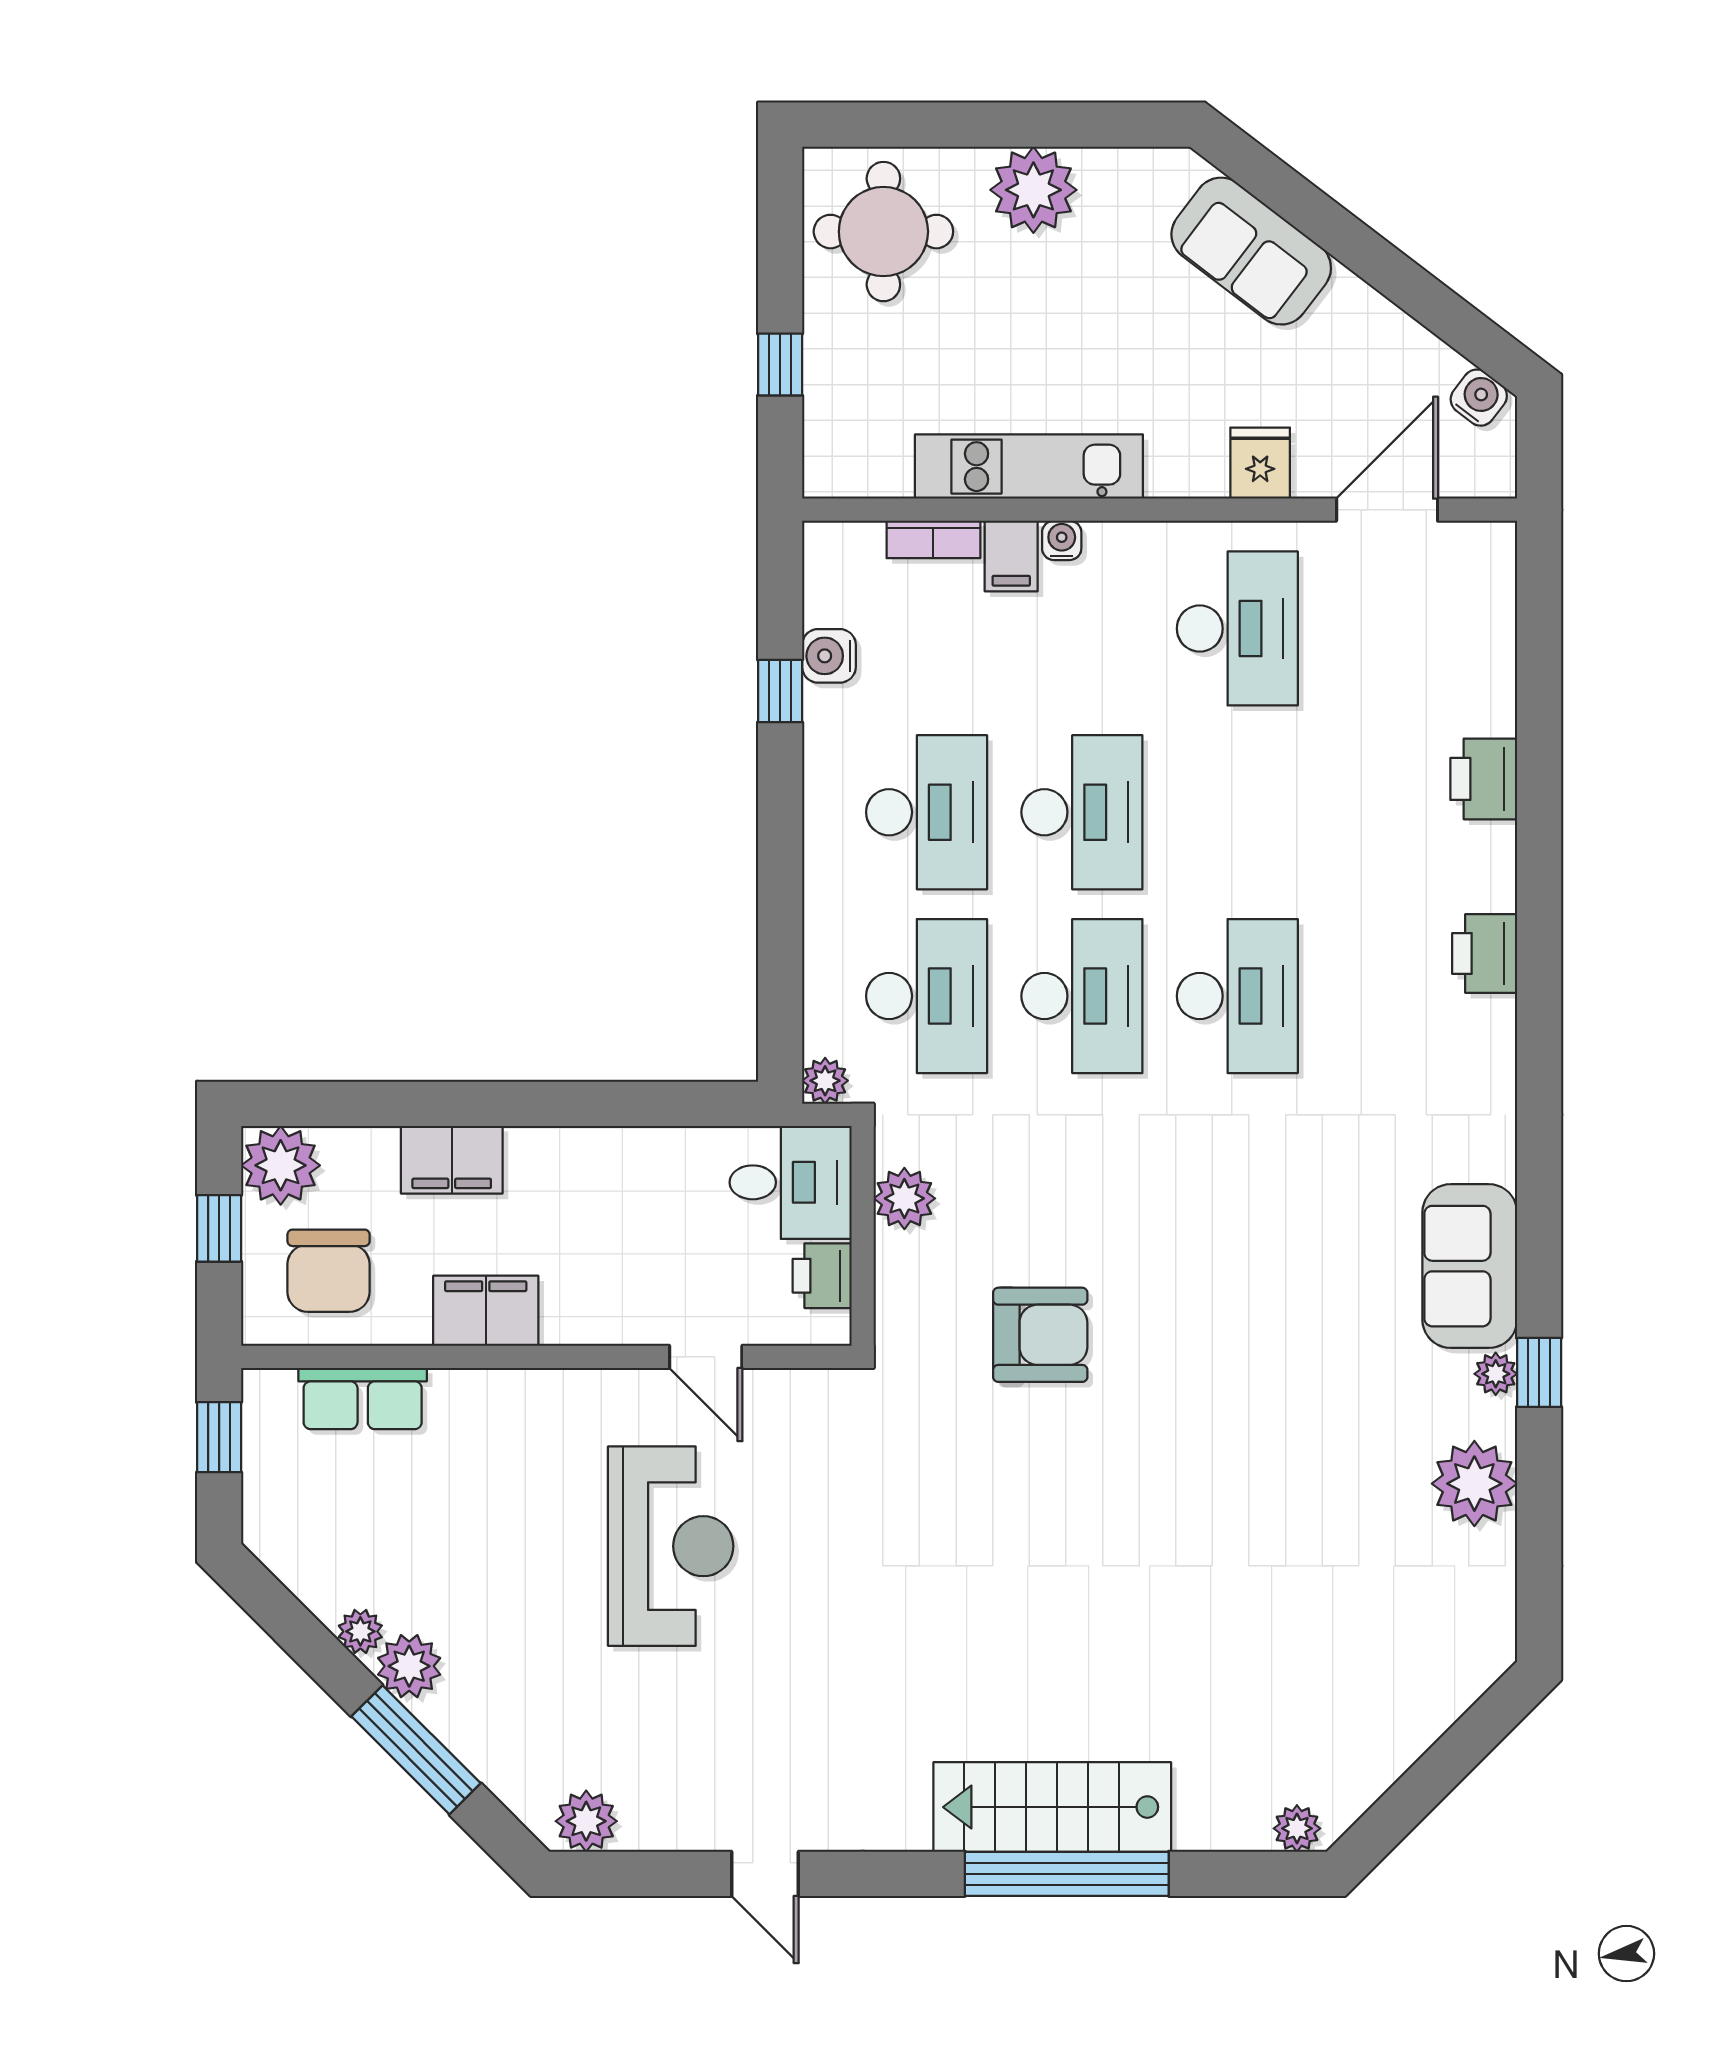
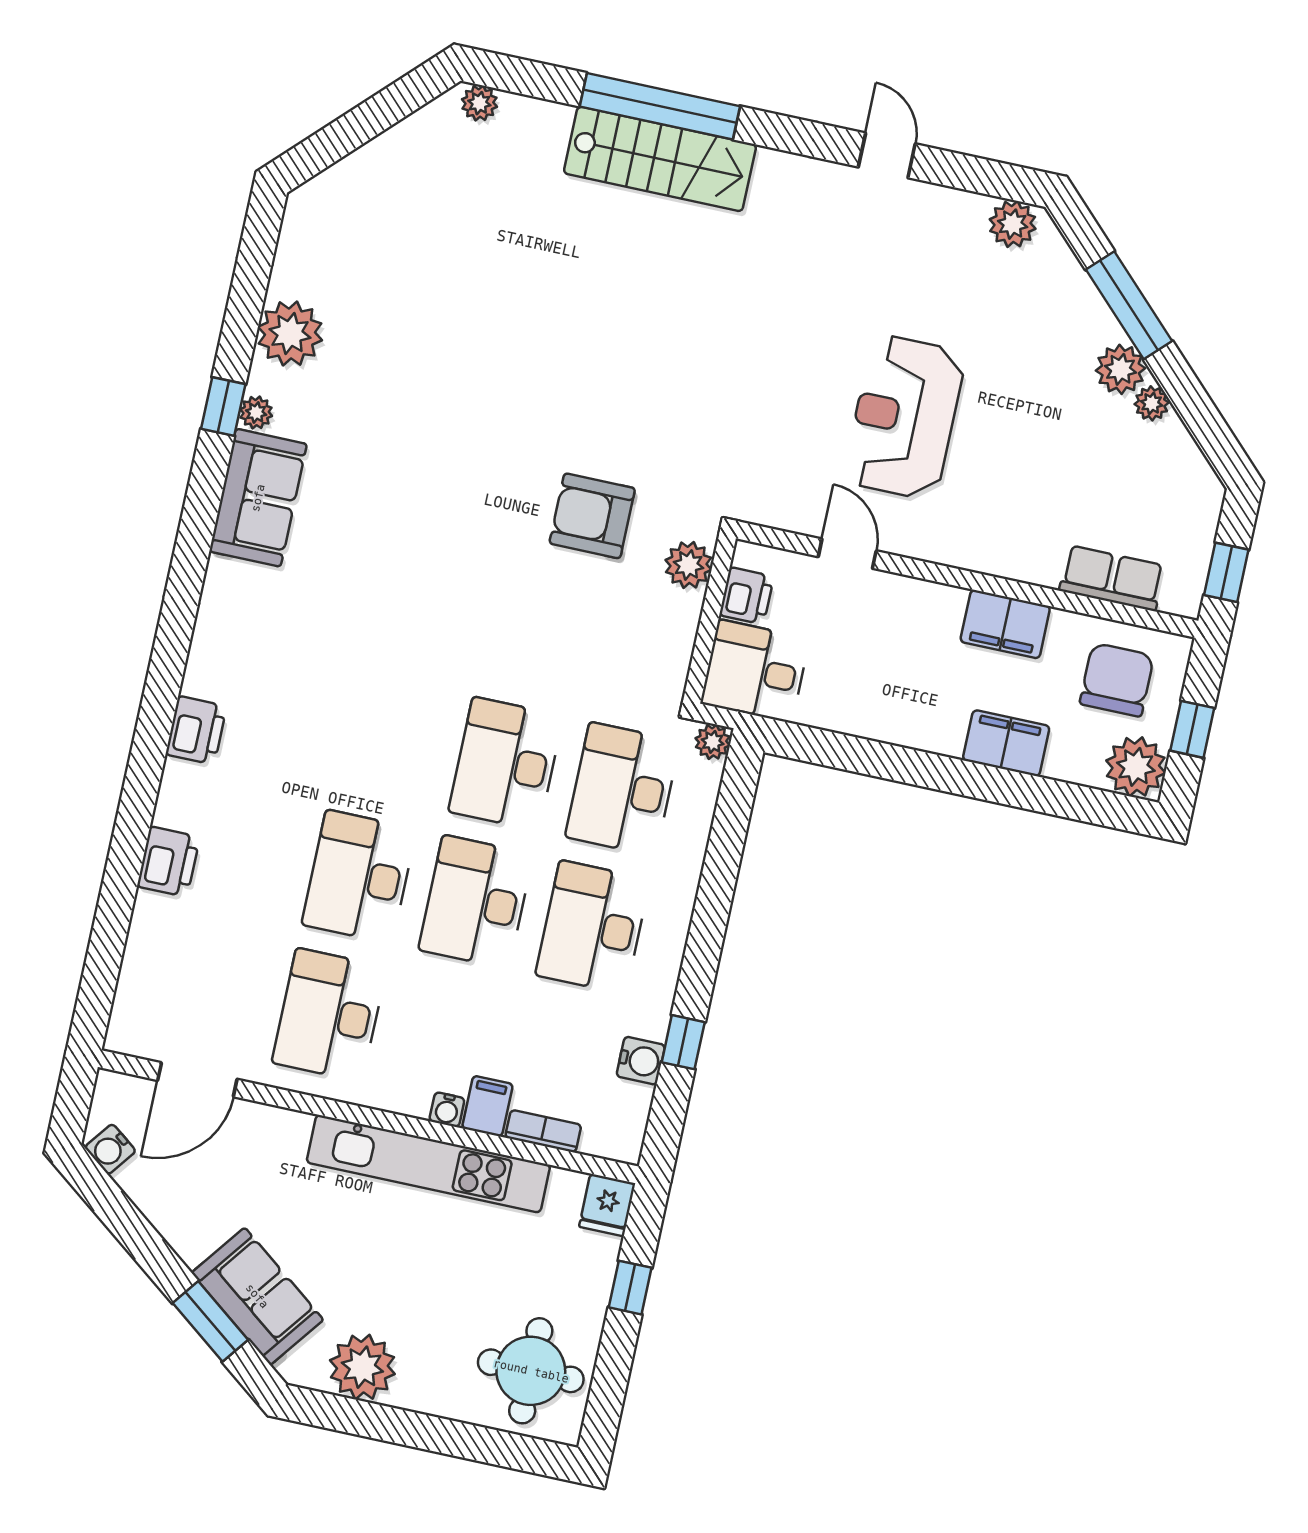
plant: (1033, 190) -> (362, 1367), moved
window: (1304, 206) -> (210, 1321), added
fridge: (1260, 463) -> (607, 1205), moved
kitchen unit: (1029, 467) -> (428, 1164), width x1.36
desk: (1237, 996) -> (359, 877), moved
plant: (904, 1198) -> (689, 565), moved

